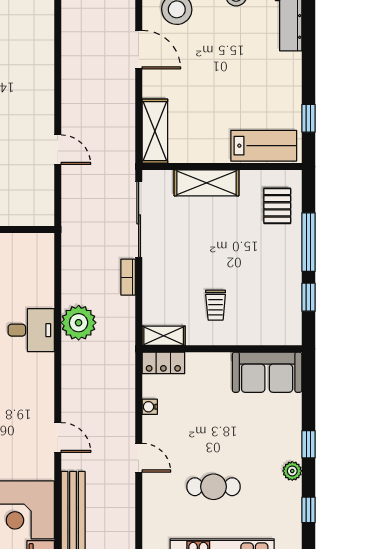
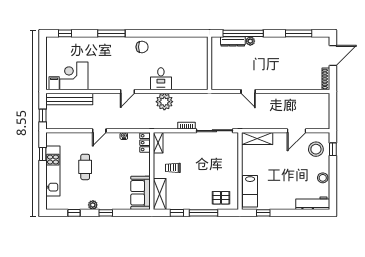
door: (58, 150) -> (248, 92), hinge flipped
shelving: (206, 183) -> (160, 194), moved
door: (58, 437) -> (127, 92), moved

